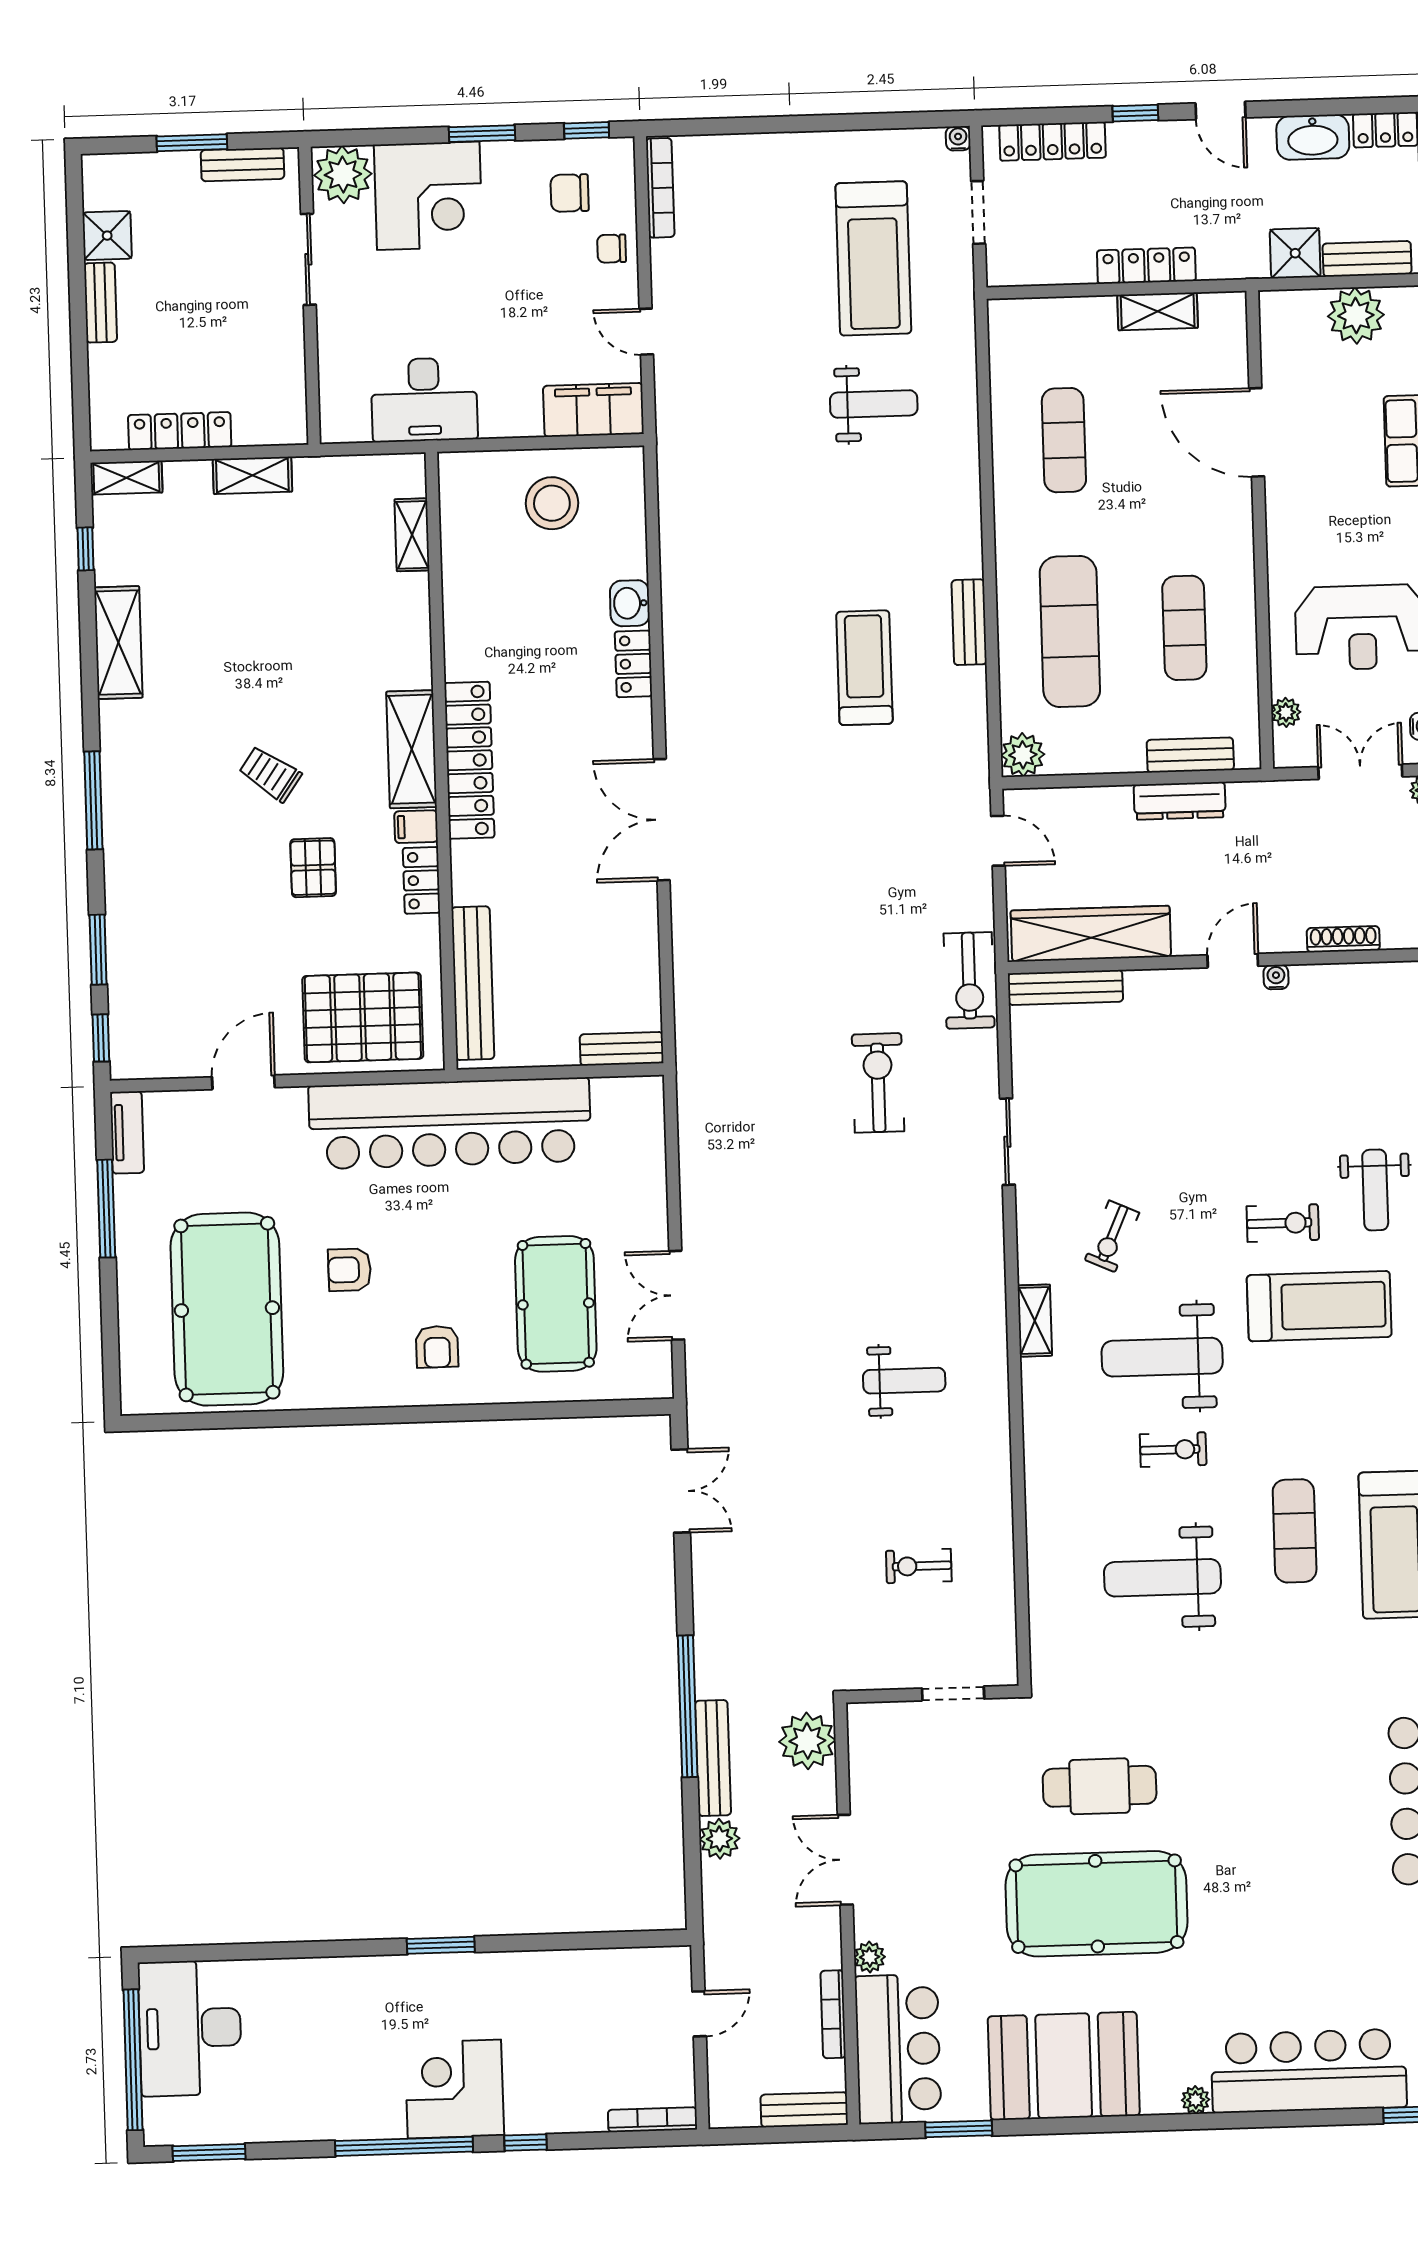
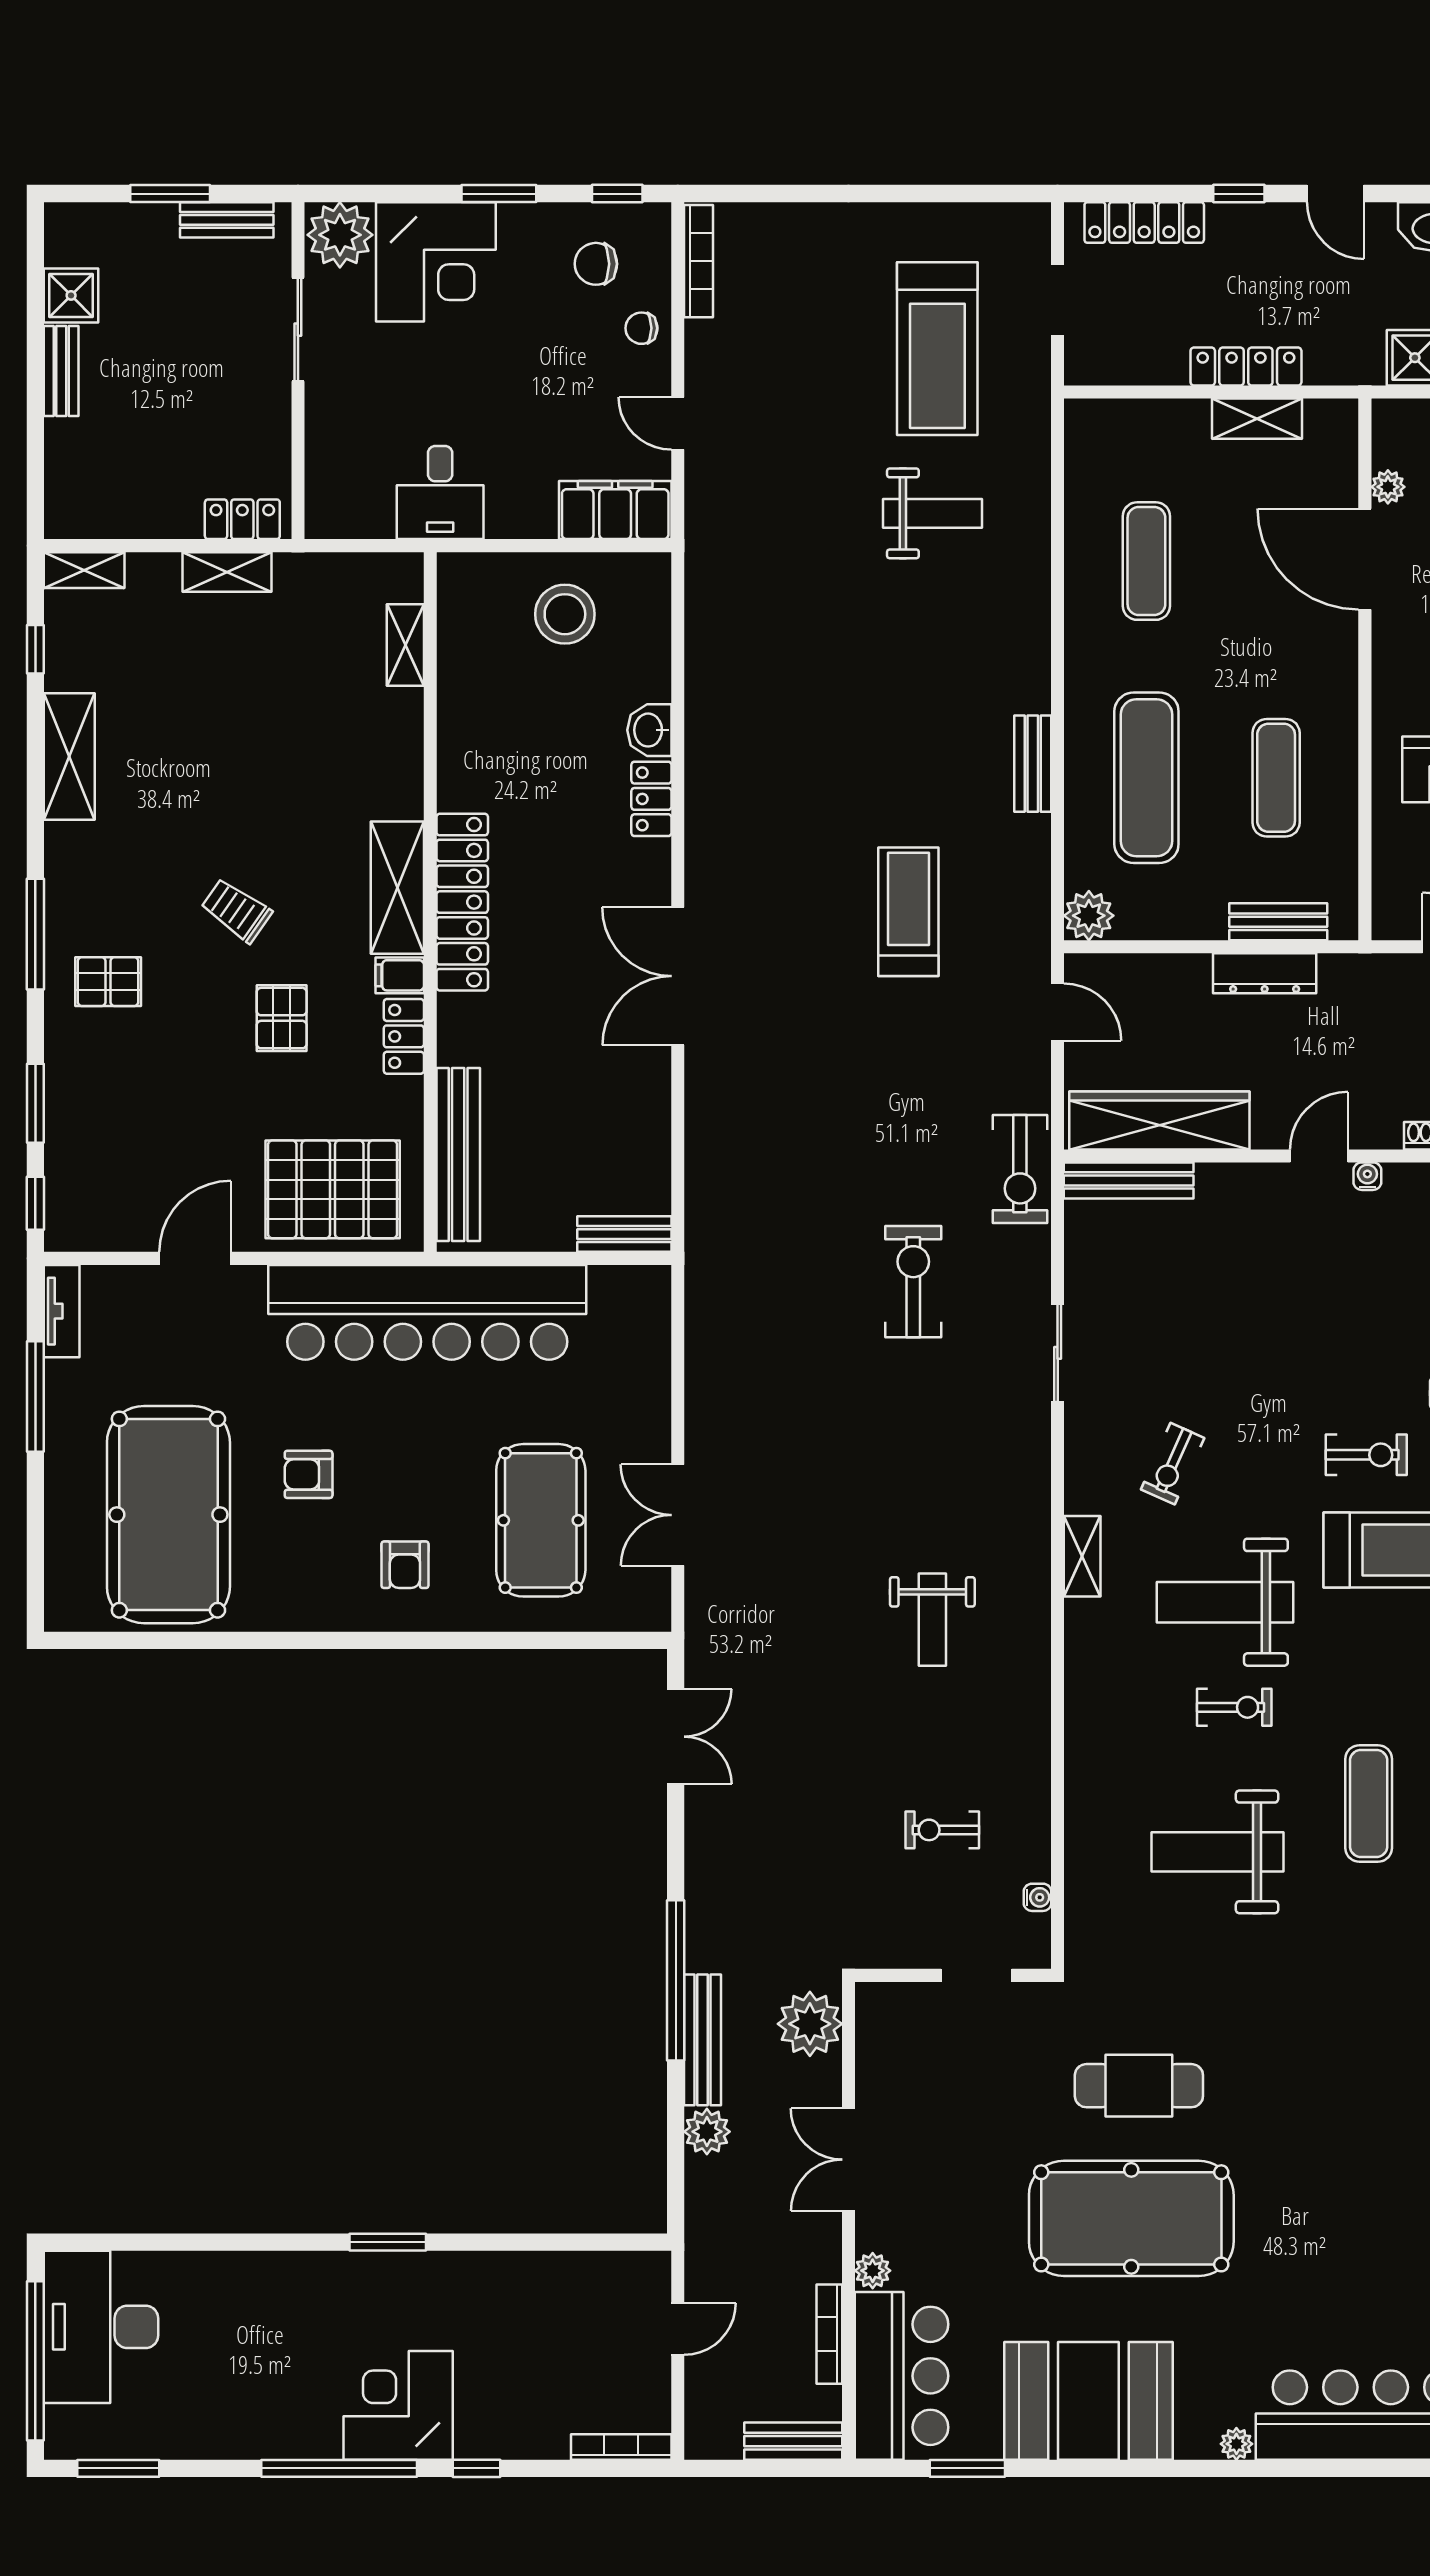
water cooler: (958, 138) -> (1037, 1897), moved, turned 90
desk: (424, 400) -> (440, 493), width x0.73
locker: (180, 431) -> (242, 519), moved, width x0.66
treadmill: (864, 668) -> (908, 912), moved
plant: (1286, 712) -> (1388, 487), moved
pallet: (159, 840) -> (108, 982), added
weight bench: (904, 1381) -> (932, 1620), turned 90

